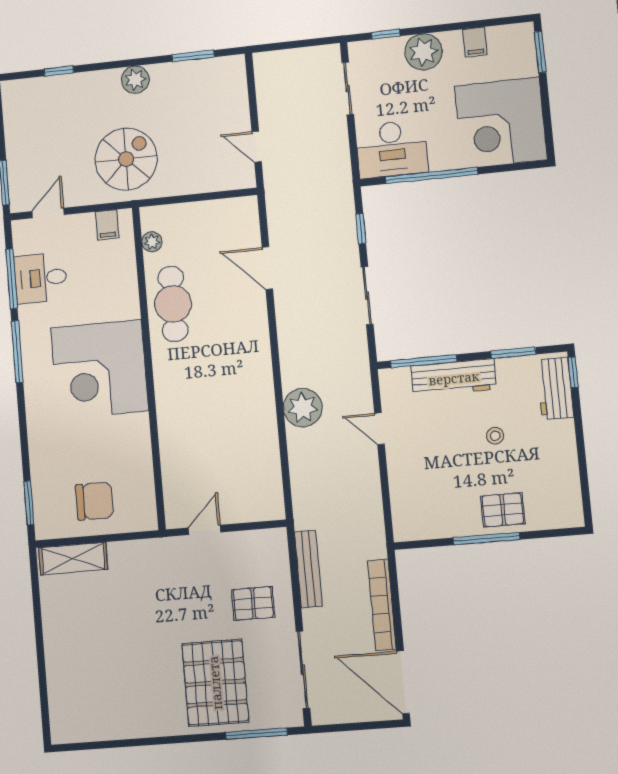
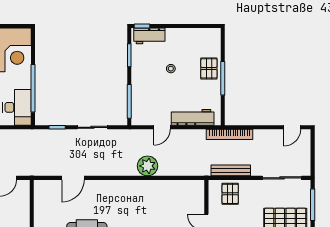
workbench: (454, 378) -> (193, 117), moved, turned -90
pallet: (253, 603) -> (230, 194), moved
bookcase: (382, 605) -> (230, 134), moved
door: (403, 682) -> (292, 127), width x0.53

